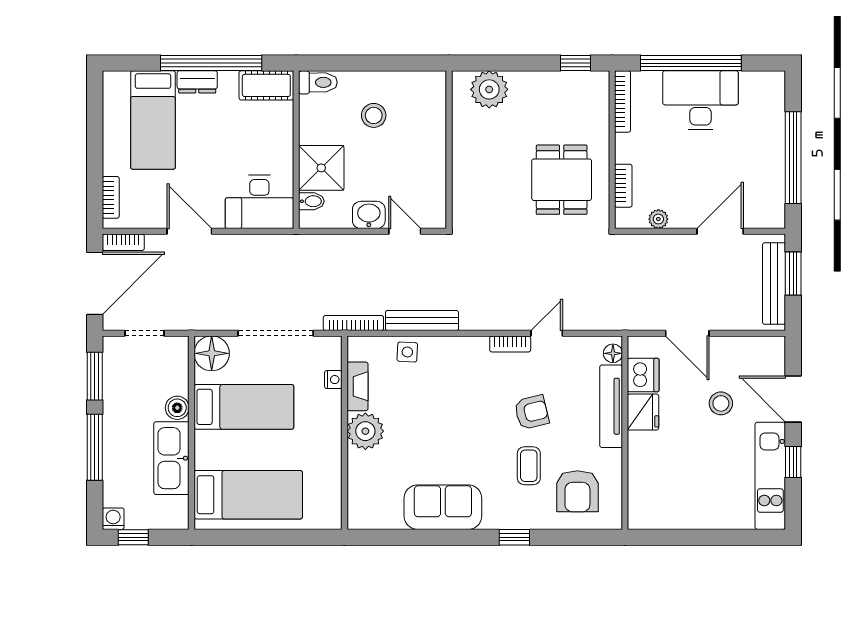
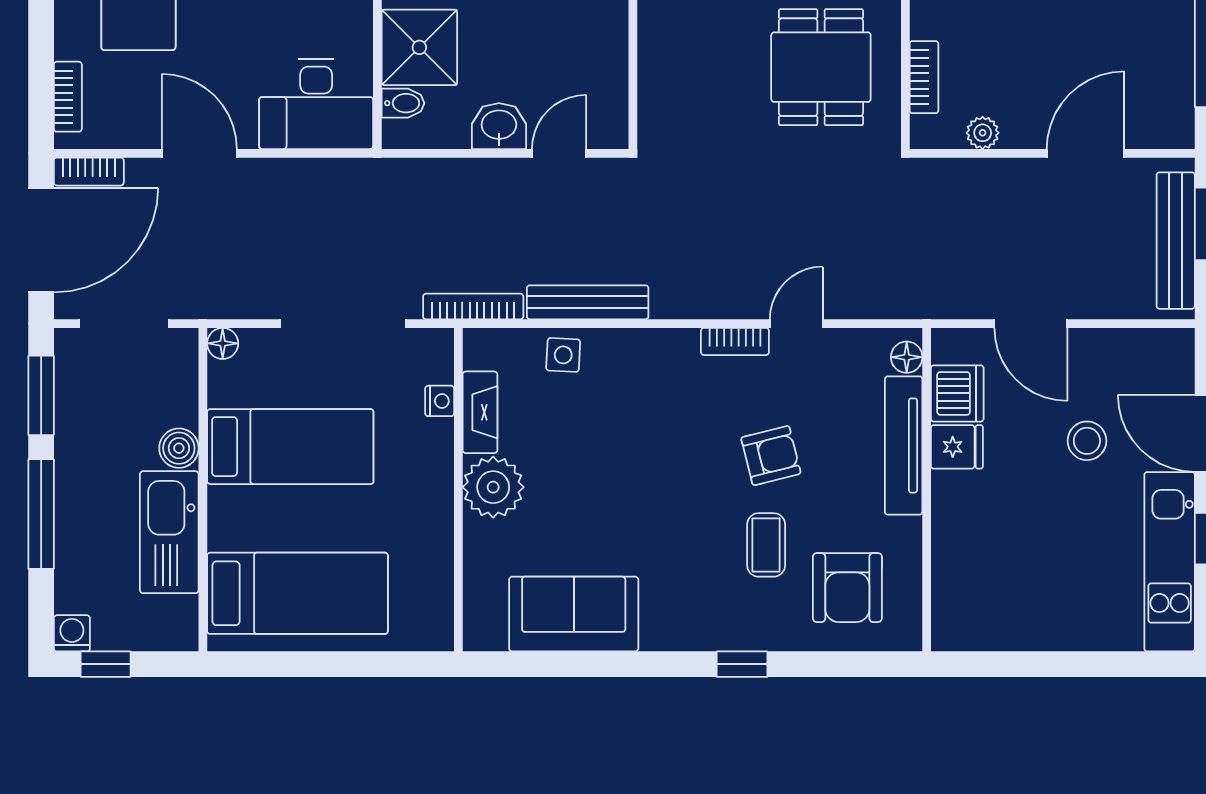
door: (405, 231) -> (559, 153), hinge flipped
doorway: (145, 333) -> (124, 324), width x1.38
floor lamp: (212, 353) -> (223, 343), width x0.53, depth x0.53
fridge: (643, 412) -> (957, 447), width x0.72
sofa: (443, 507) -> (574, 614), moved

